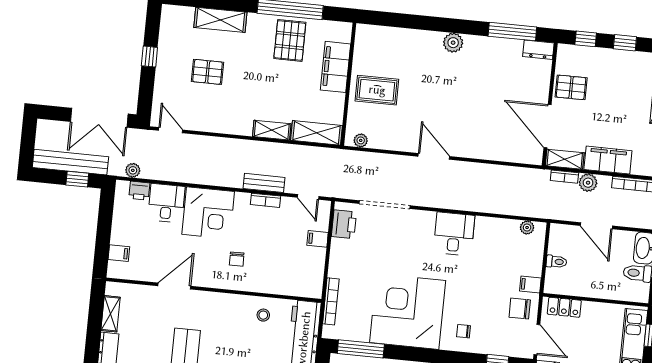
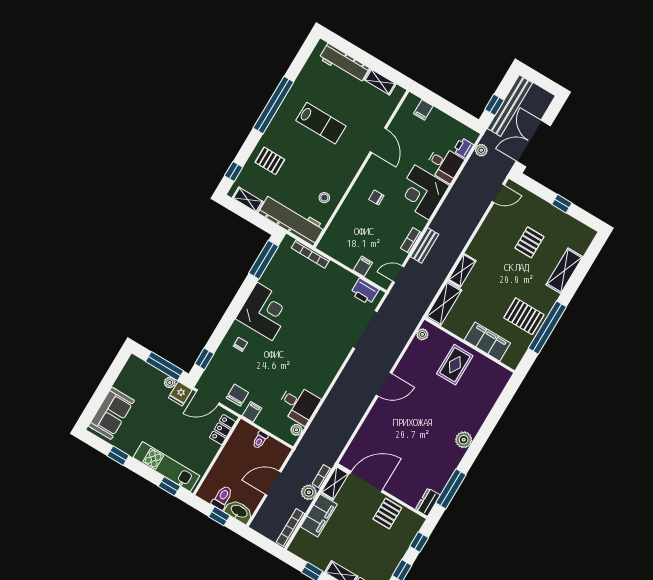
desk: (454, 234) -> (299, 404), moved
corner desk: (408, 312) -> (265, 311), width x0.74, depth x0.74

